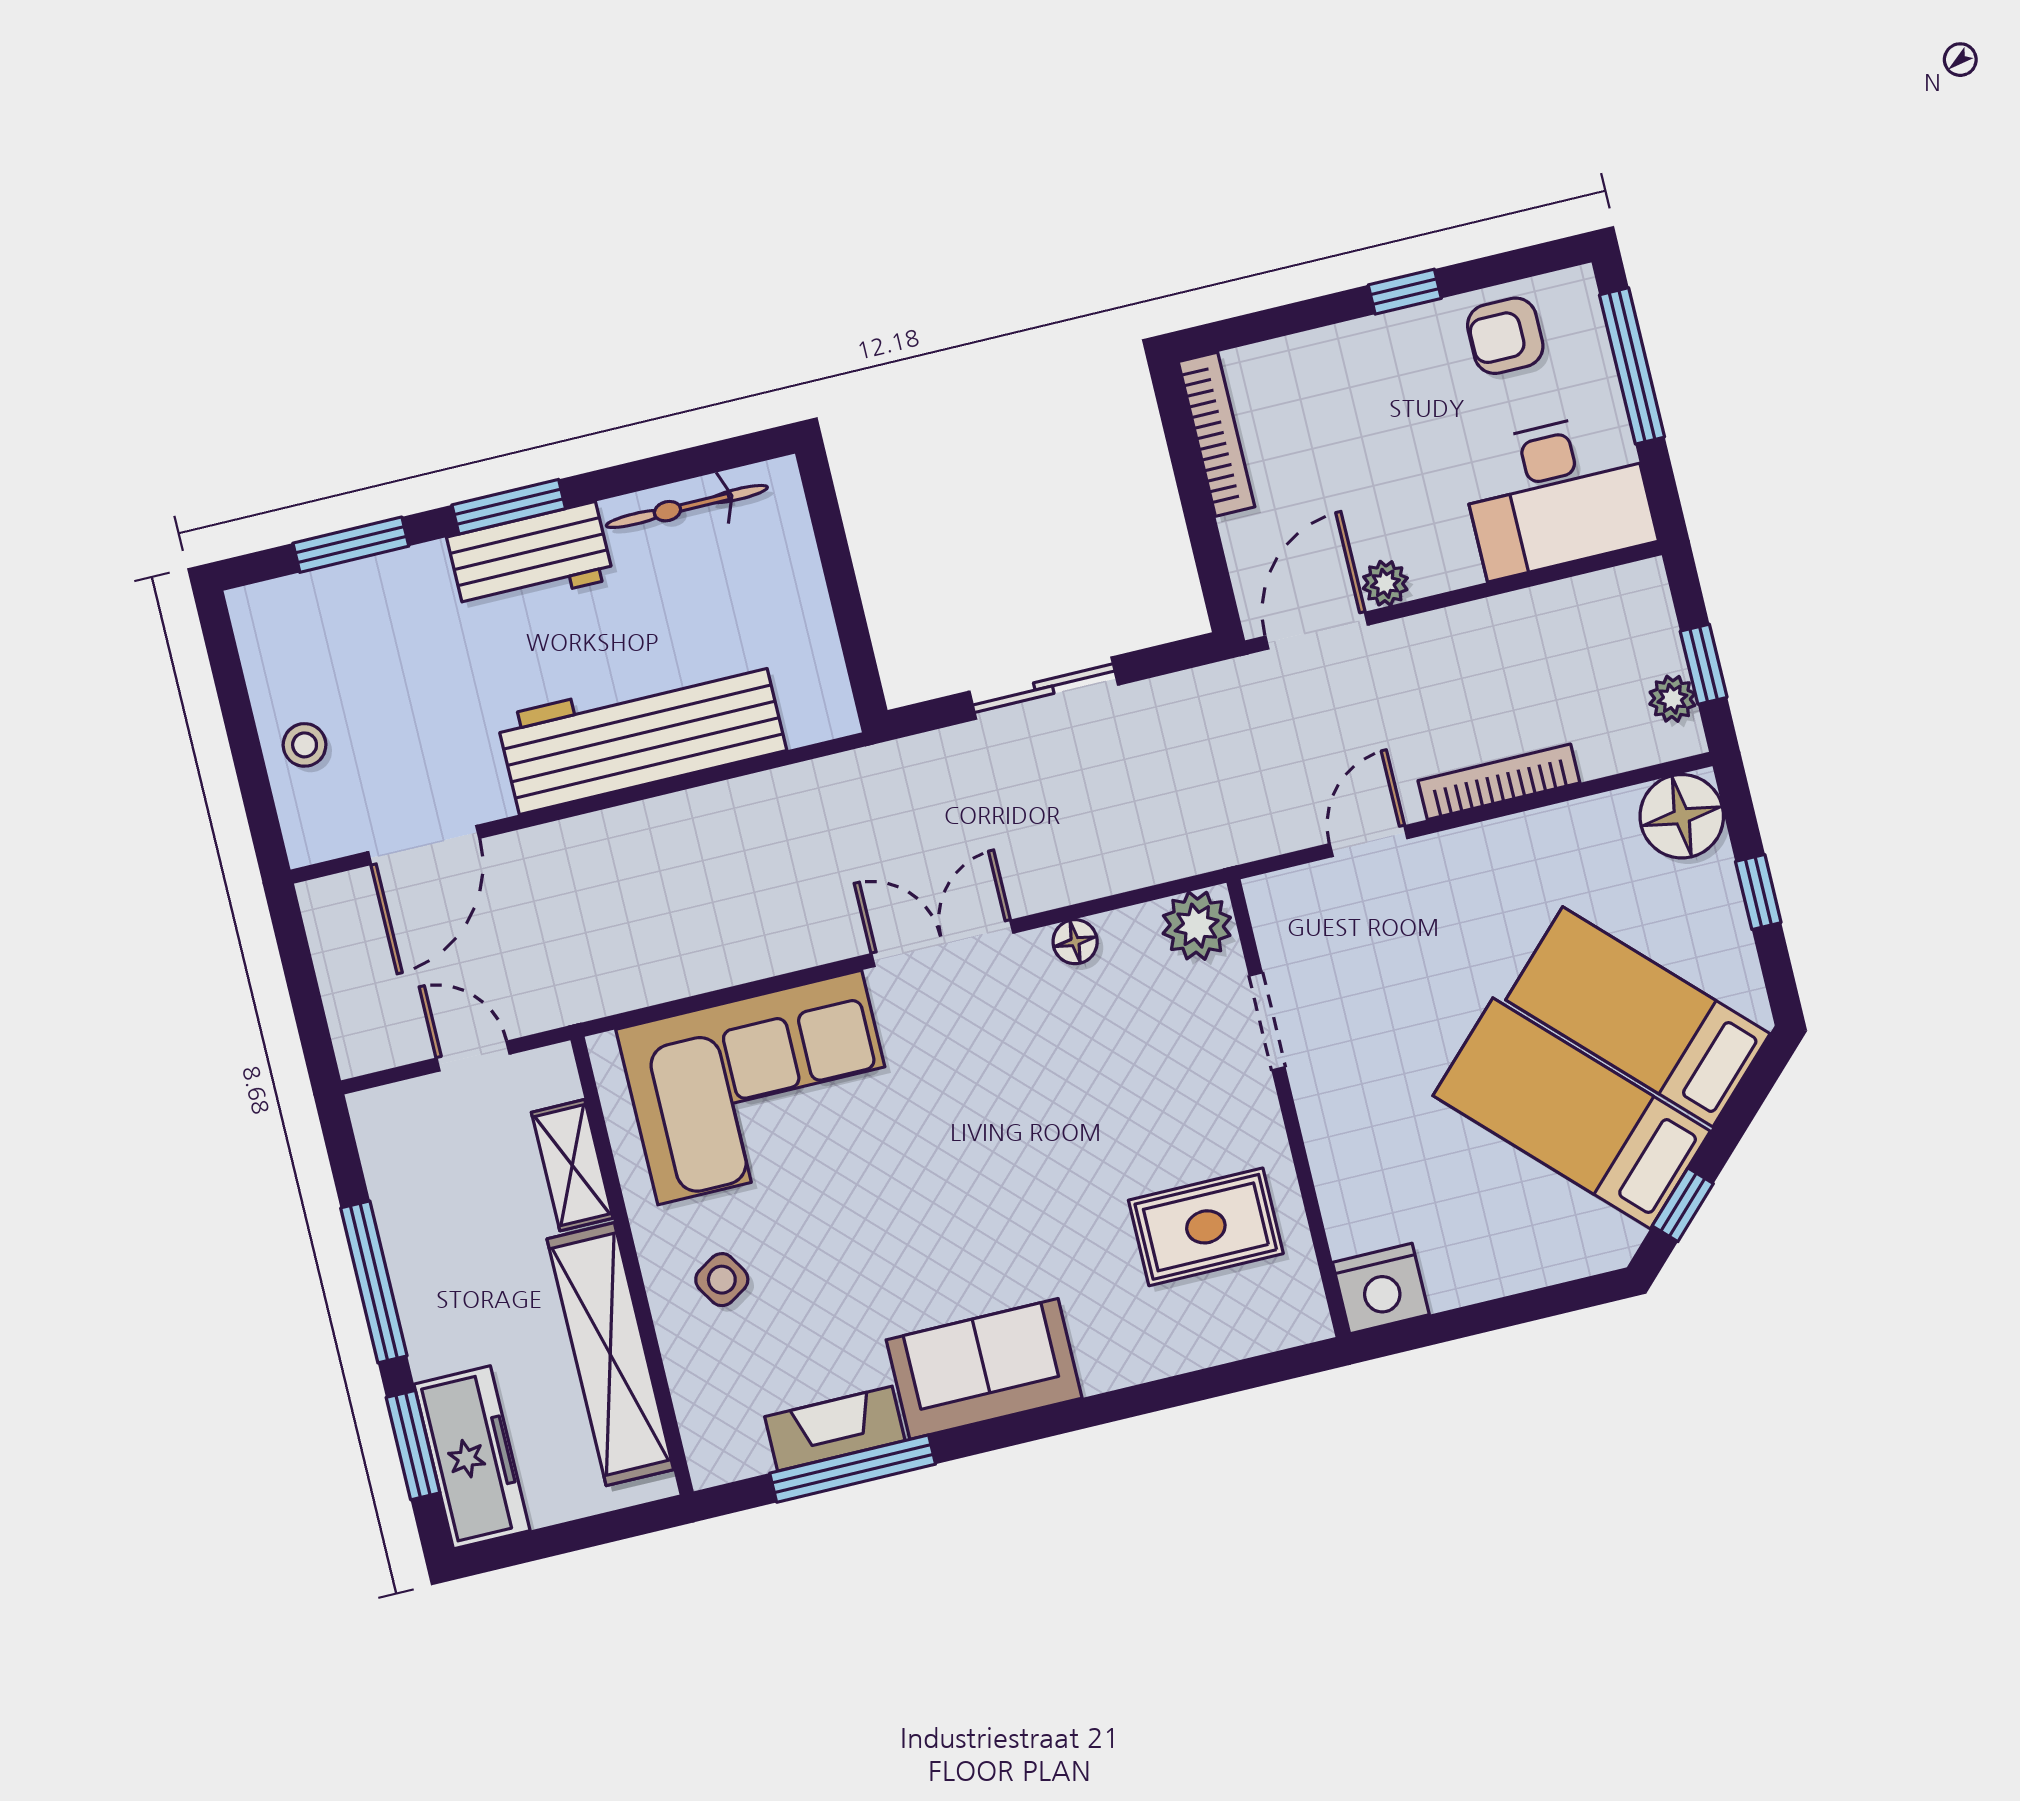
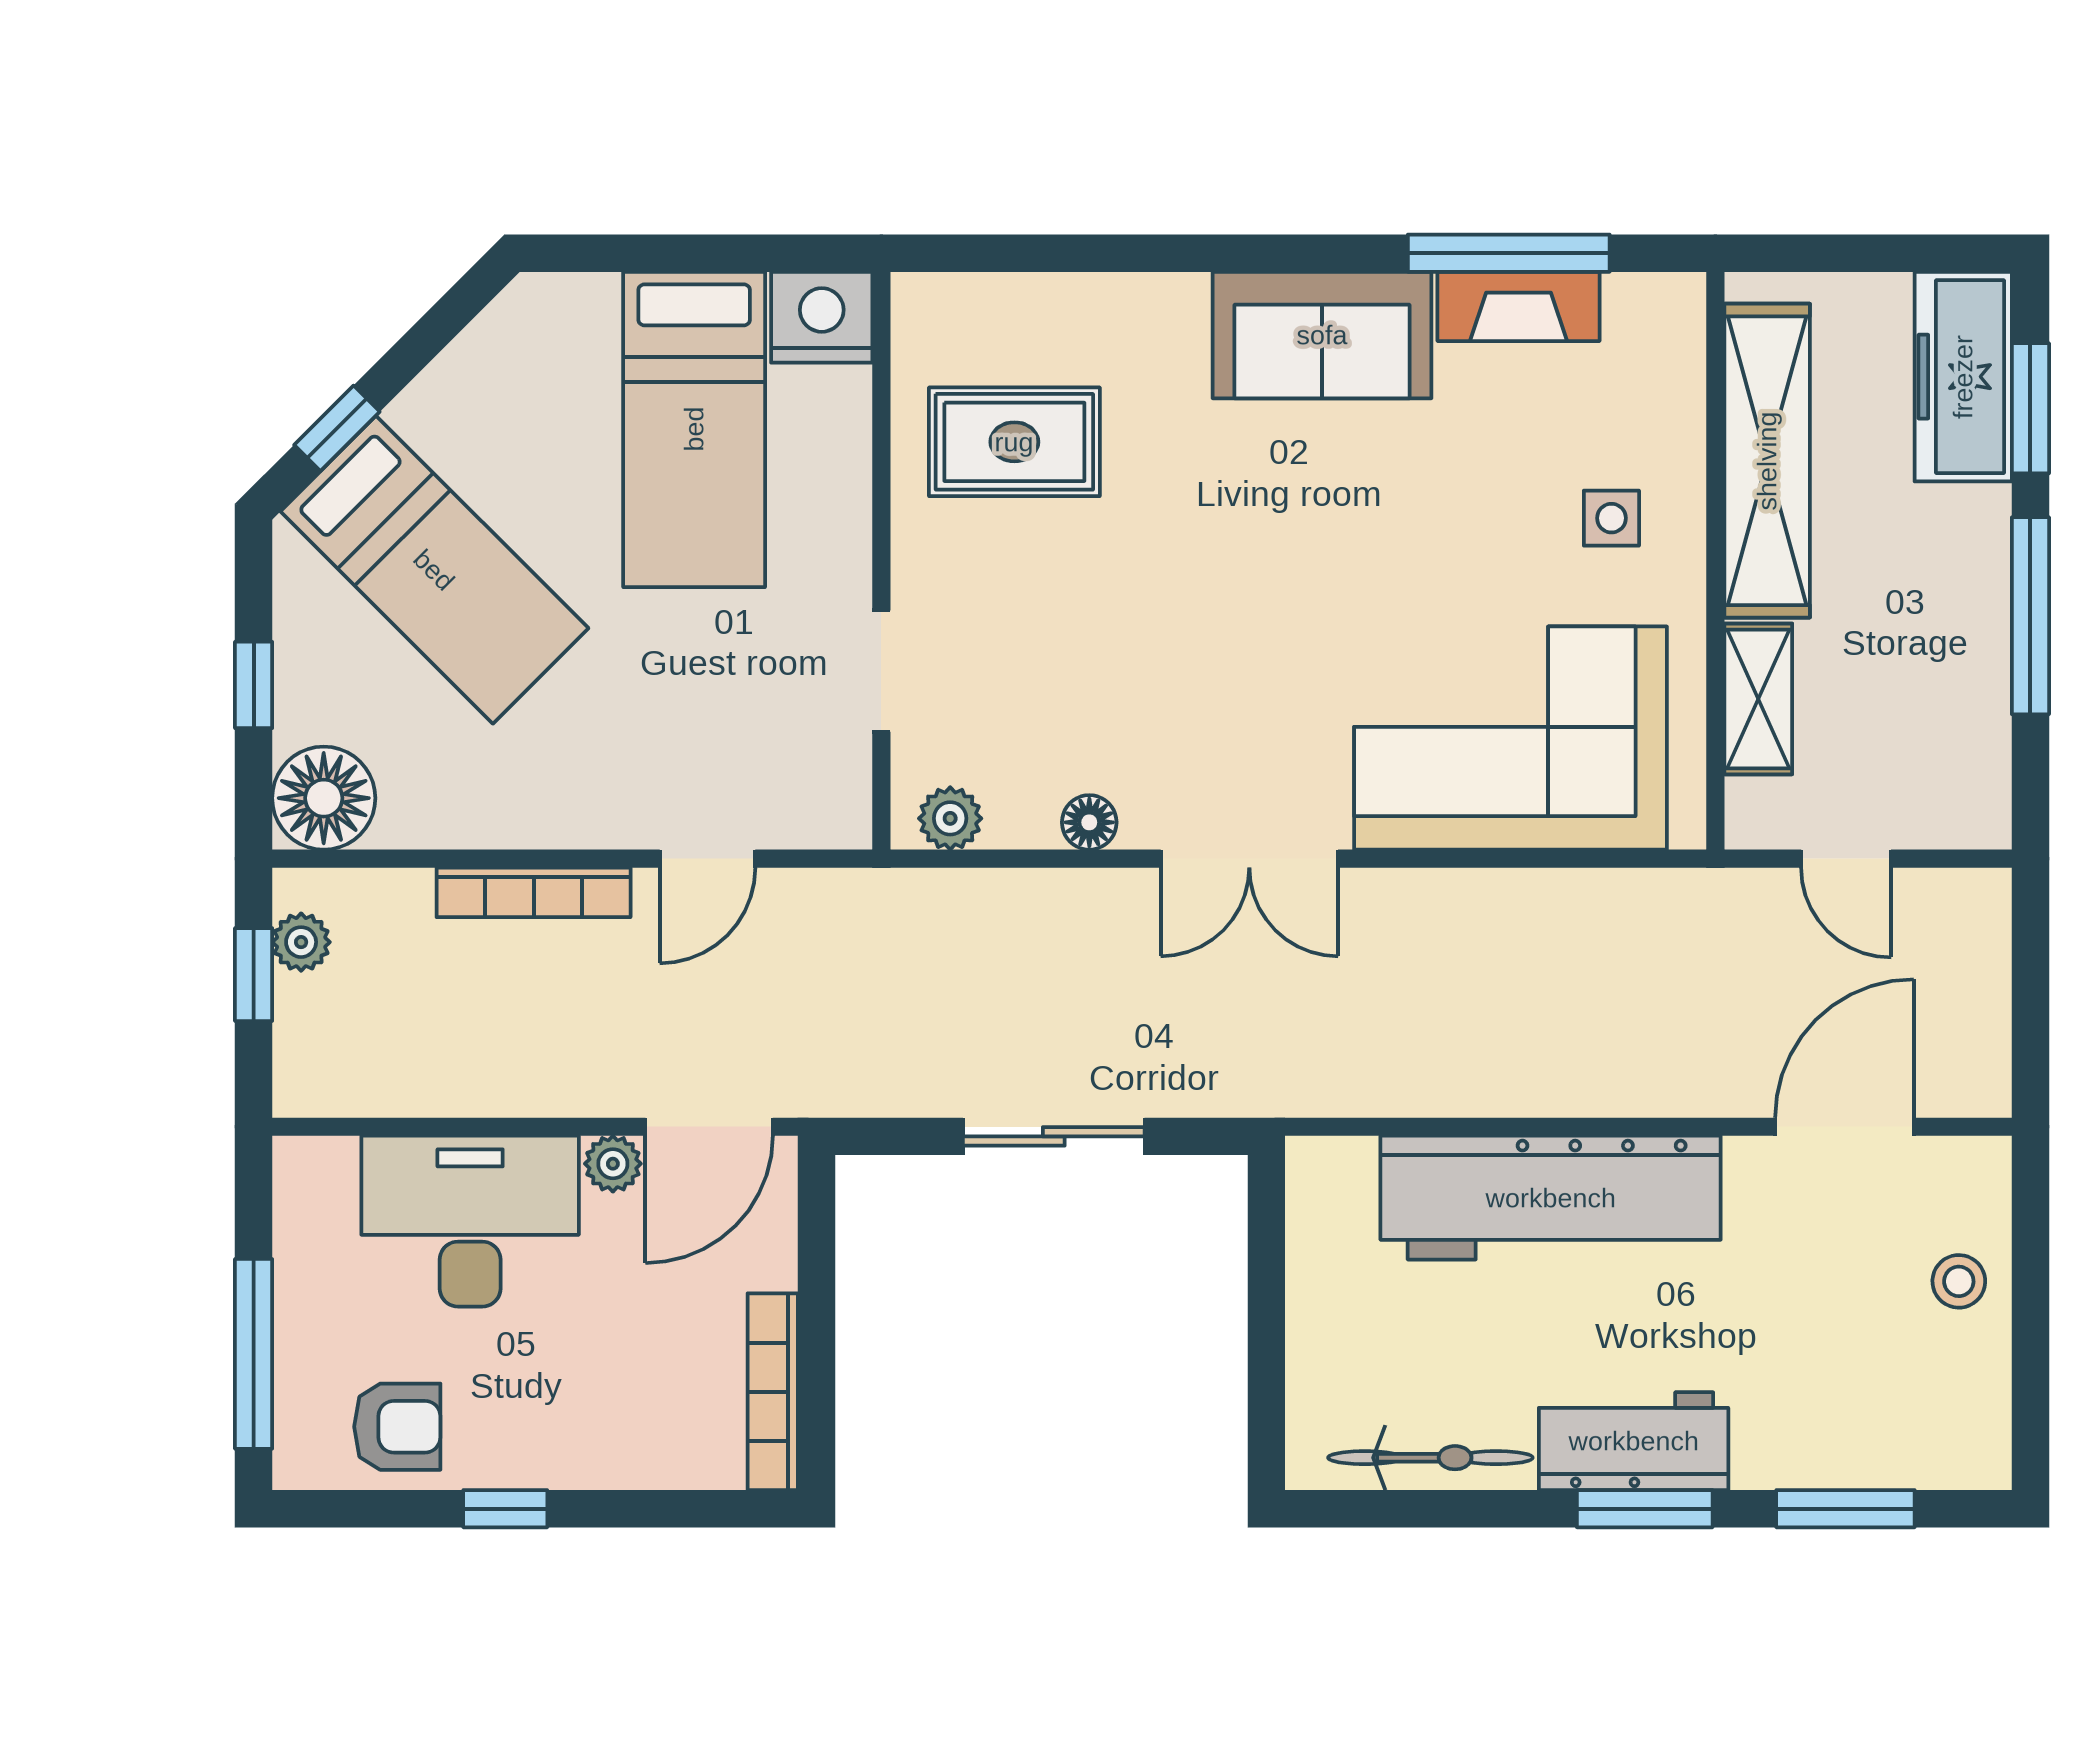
desk: (1557, 494) -> (470, 1221), moved
plant: (1197, 926) -> (950, 818), width x0.73, depth x0.73
bed: (1572, 1113) -> (694, 429), moved, turned 45
window: (1683, 1205) -> (337, 428), moved
side table: (722, 1280) -> (1611, 518), turned 32

